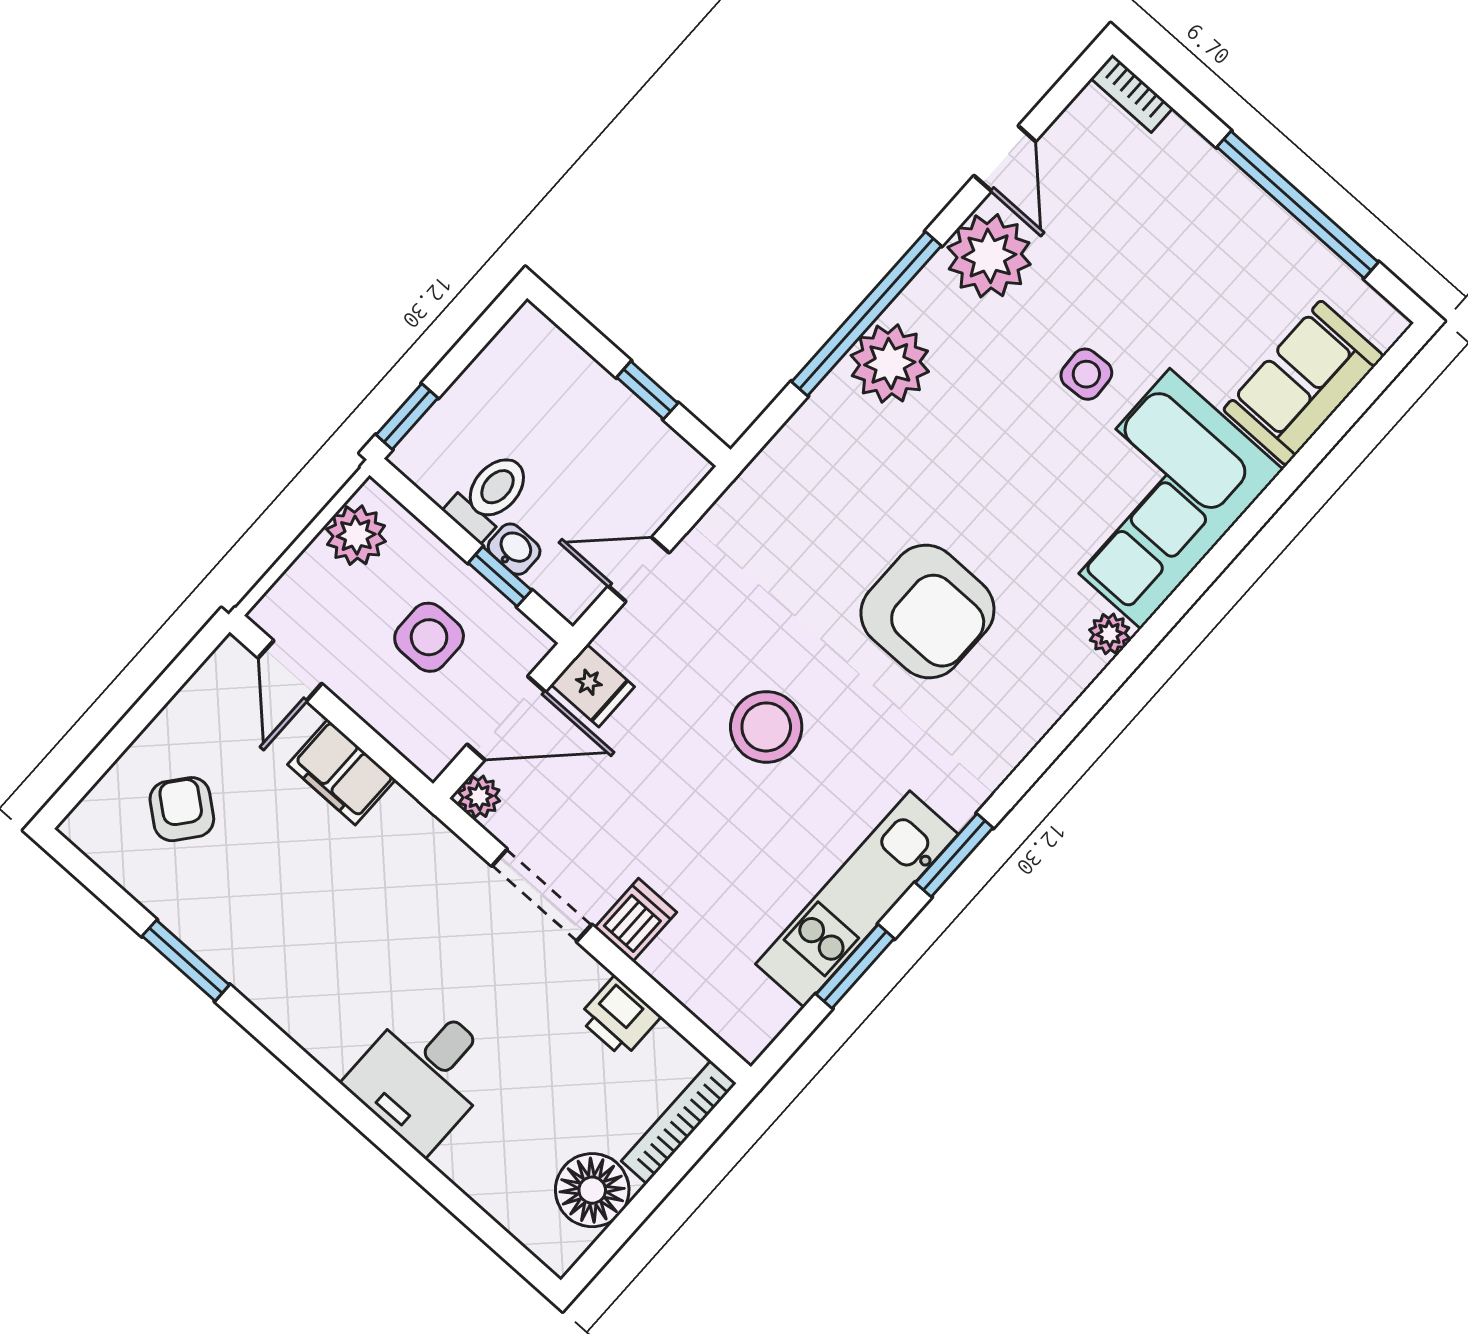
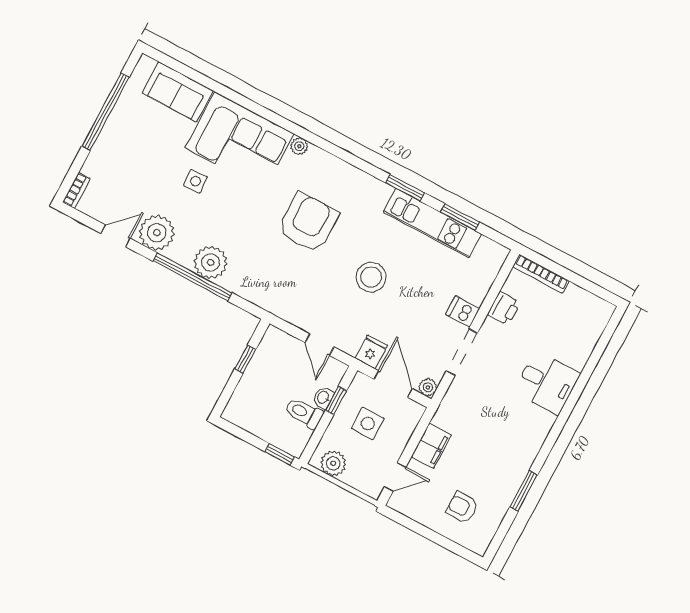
armchair: (182, 809) -> (462, 507), turned 51
floor lamp: (592, 1190) -> (577, 302), removed

